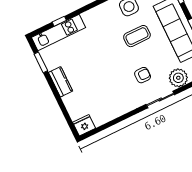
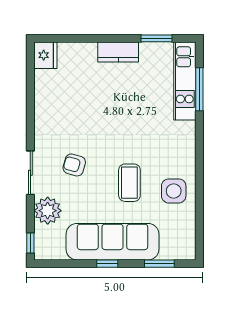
window: (59, 21) -> (199, 89), width x2.17
armchair: (143, 75) -> (74, 165), turned 106

